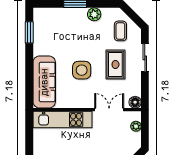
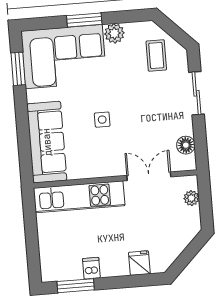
corner sofa: (60, 27) -> (64, 57), added
rug: (115, 65) -> (153, 107), removed
side table: (82, 70) -> (102, 120), width x0.54, depth x0.54
floor lamp: (135, 102) -> (186, 145), moved

